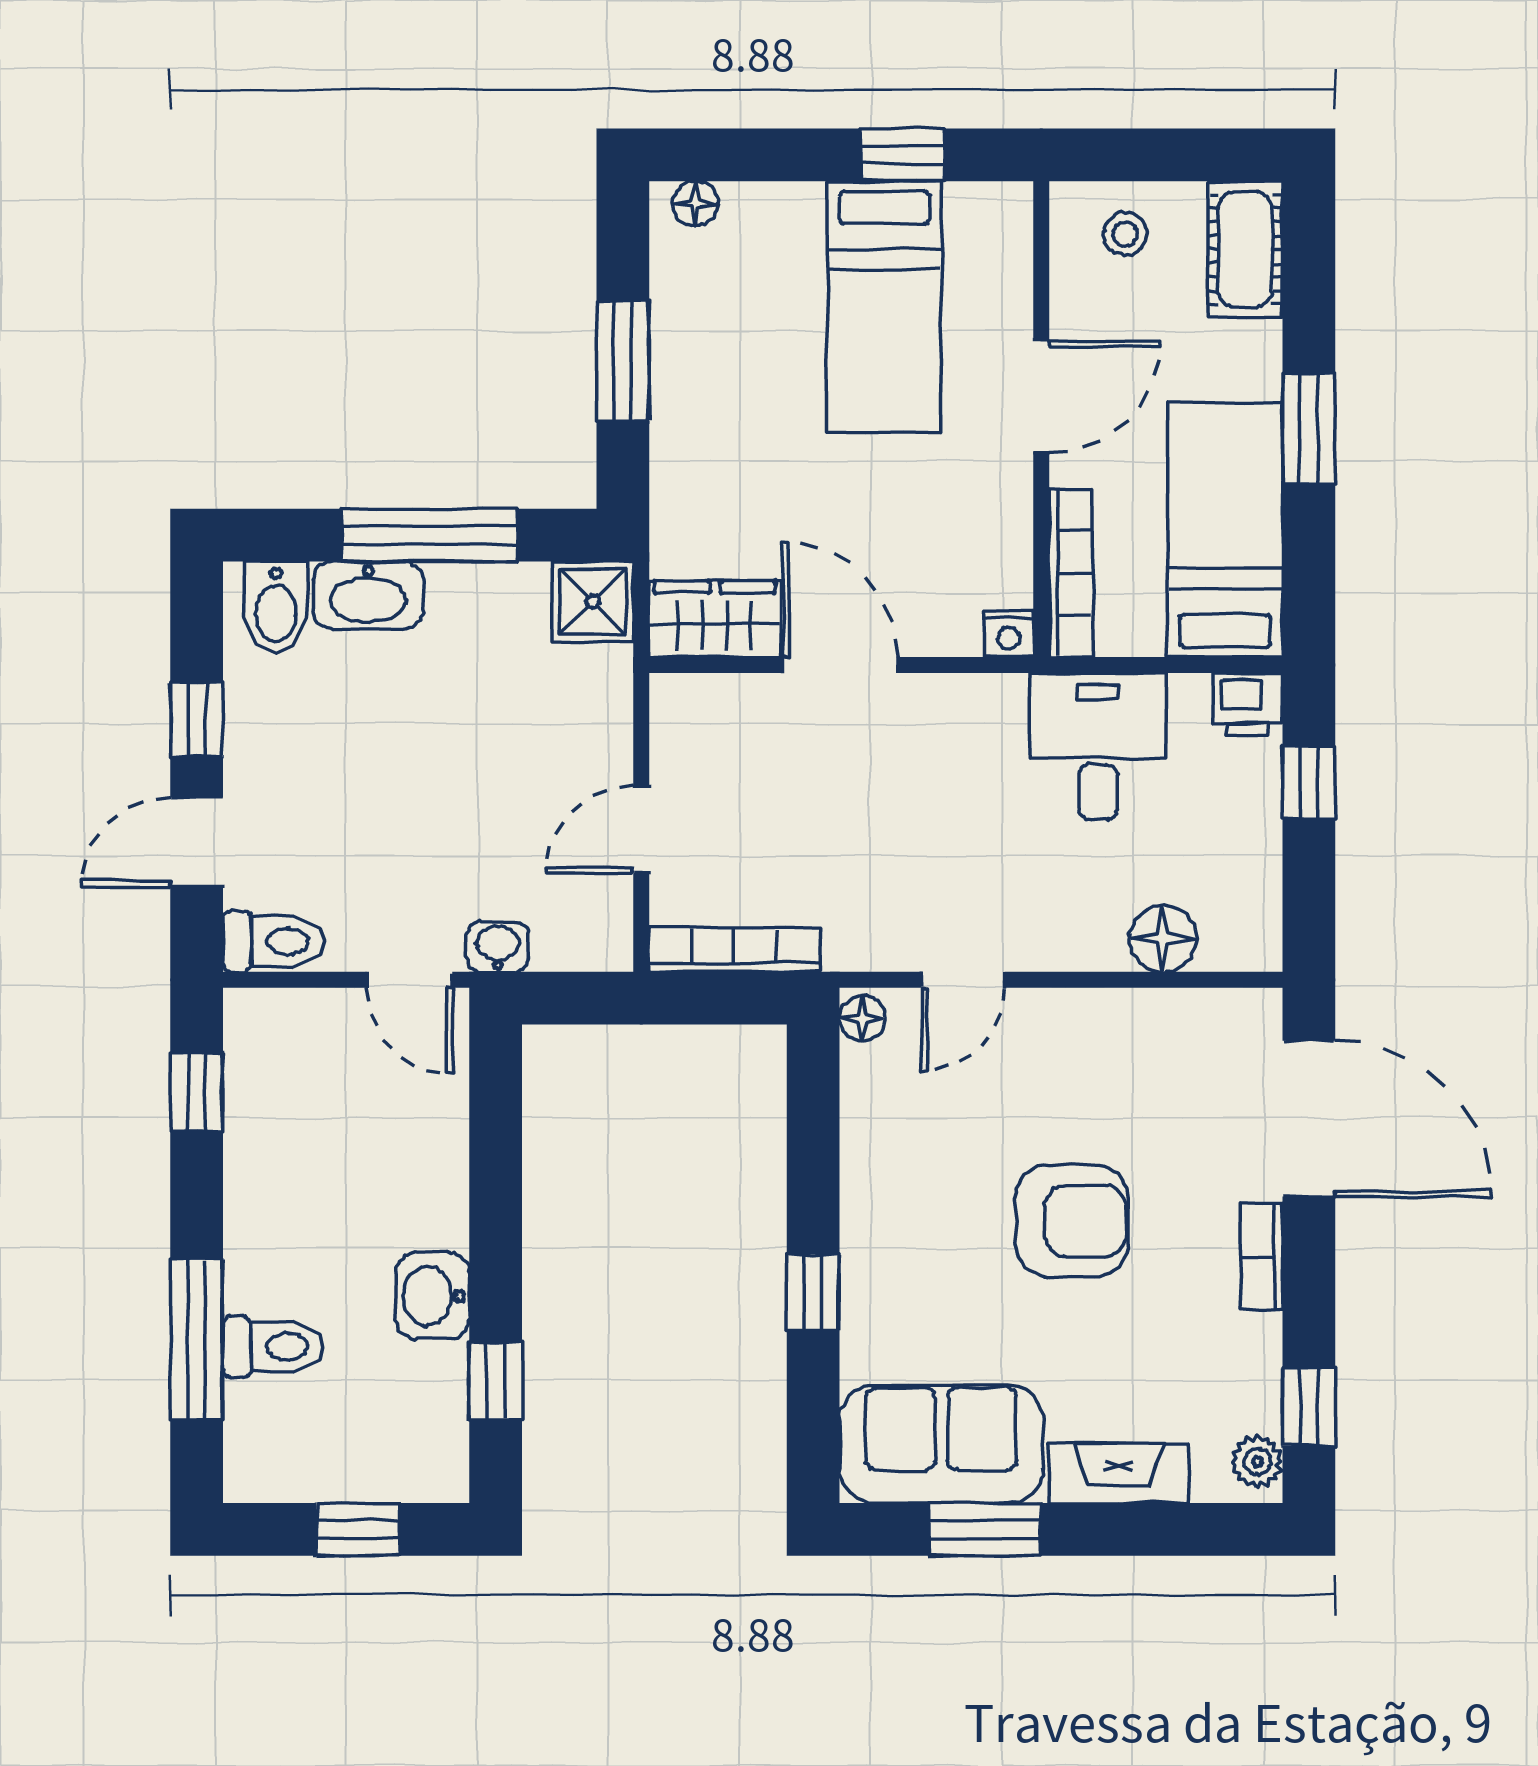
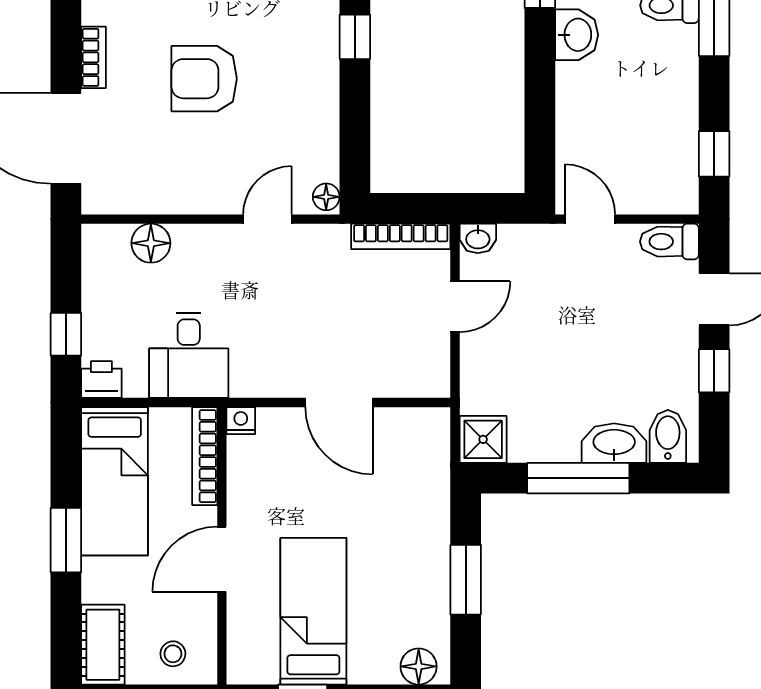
floor lamp: (695, 204) -> (419, 666), width x1.37, depth x1.37
wardrobe: (715, 619) -> (412, 429), removed
washbasin: (498, 947) -> (478, 238), moved

